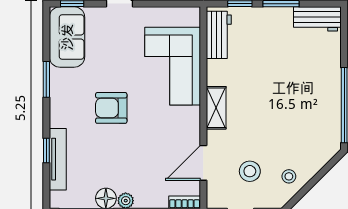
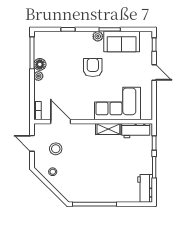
sofa: (67, 37) -> (122, 42), moved
plant: (58, 100) -> (98, 36), added
shelving: (216, 108) -> (108, 129), moved
tv unit: (58, 159) -> (63, 36), removed

